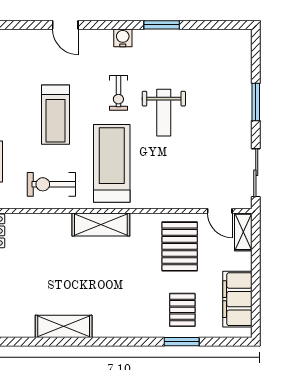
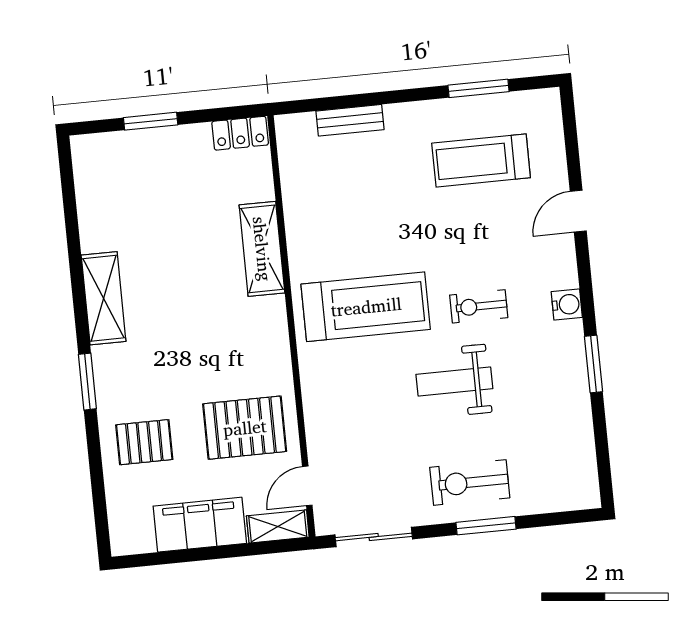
treadmill: (56, 115) -> (481, 160), moved
exercise bike: (51, 184) -> (470, 483), moved, turned -90
shelving: (101, 224) -> (262, 249), moved
filing cabinet: (237, 299) -> (200, 525), moved
shelving: (64, 326) -> (104, 298), moved
window: (182, 342) -> (87, 382), moved

